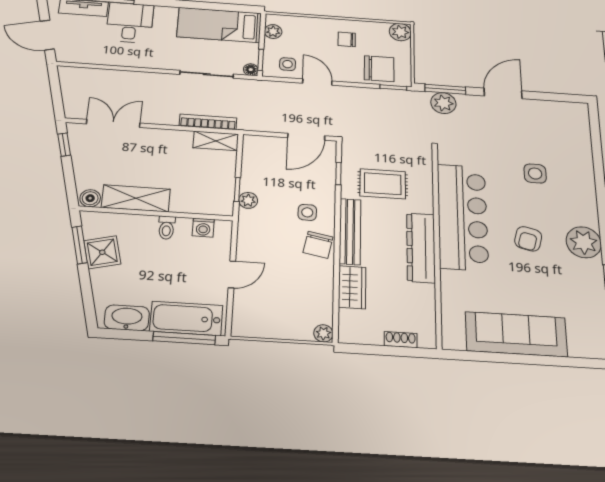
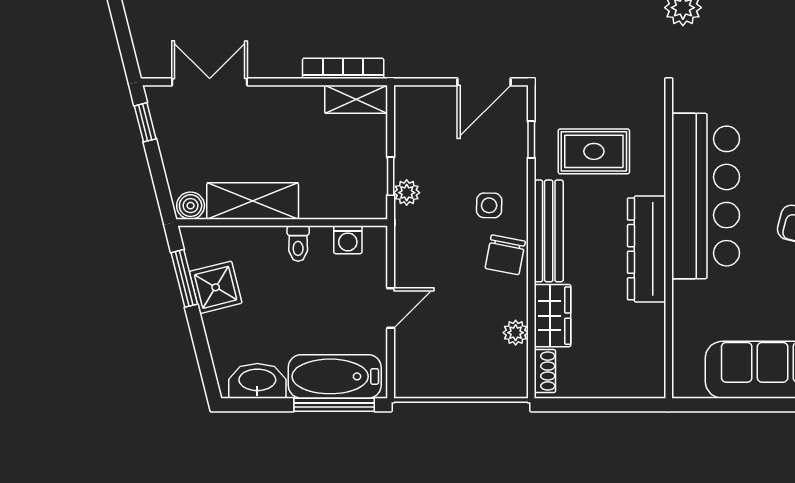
plant: (323, 333) -> (516, 333), moved
shoe rack: (401, 340) -> (545, 371), moved, turned 90

